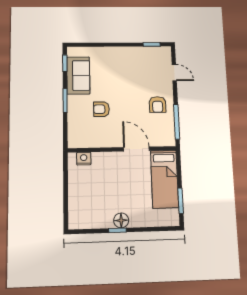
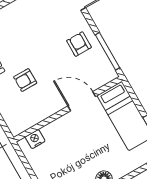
armchair: (158, 105) -> (79, 44), turned 180

